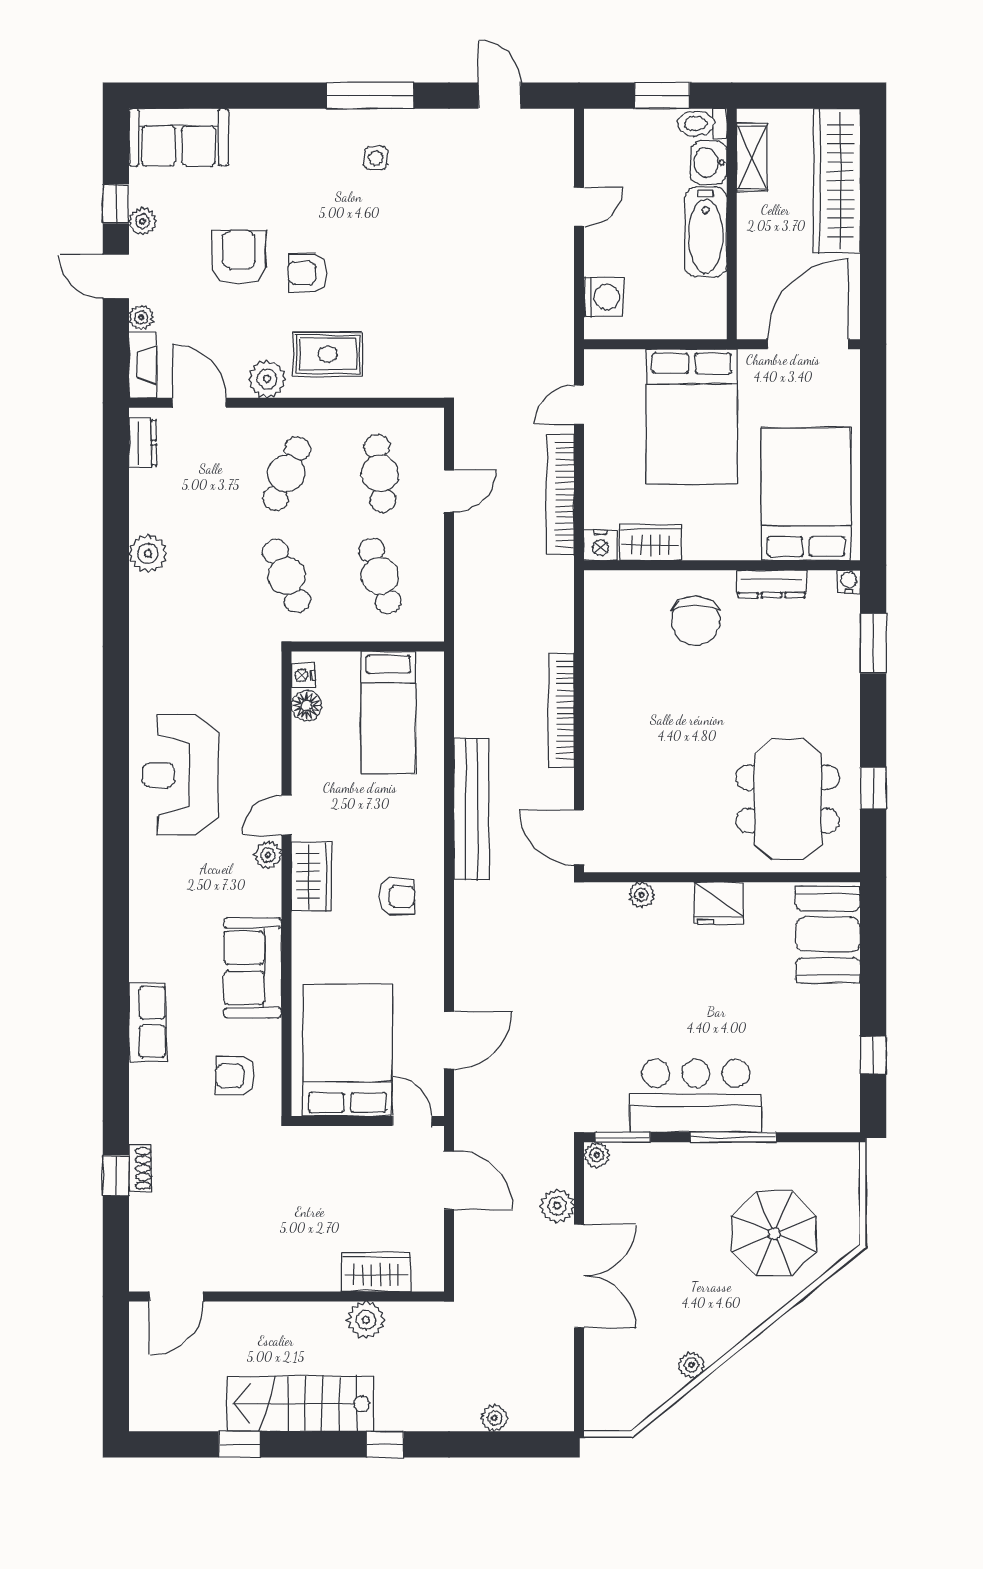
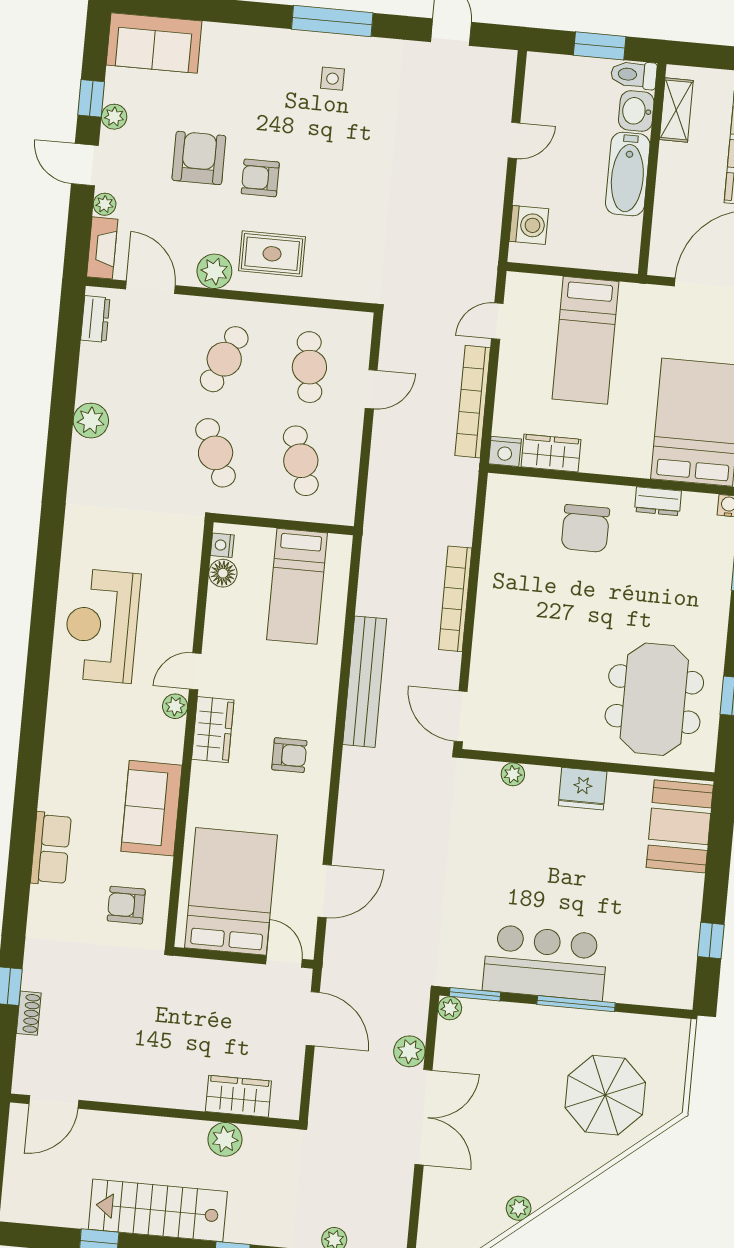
bed: (692, 416) -> (585, 340), width x0.67
dresser: (771, 584) -> (658, 501), width x0.70
shoe rack: (140, 1168) -> (29, 1013), moved

